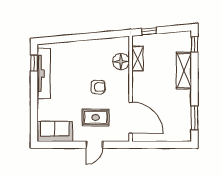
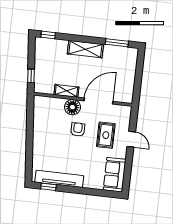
shelving: (138, 59) -> (66, 91), moved
floor lamp: (121, 61) -> (72, 107), moved
shelving: (184, 71) -> (85, 49), moved
door: (131, 118) -> (98, 101), moved

